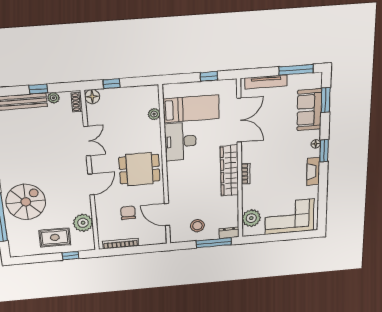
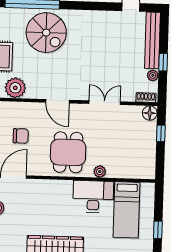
plant: (154, 114) -> (100, 172), moved
double door: (87, 141) -> (105, 103), swing flipped

